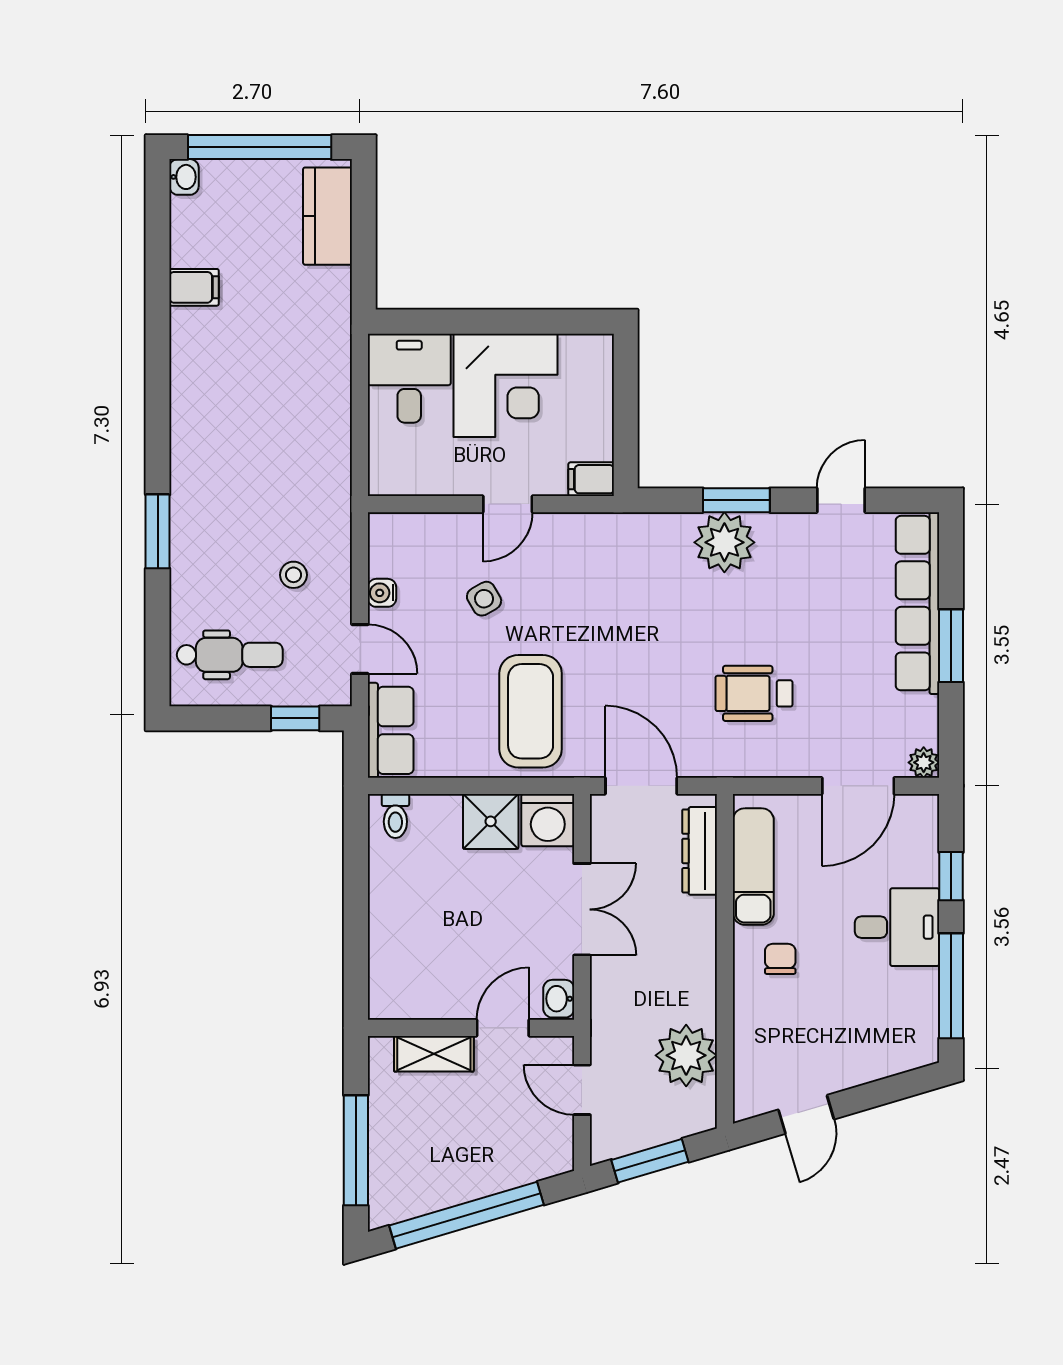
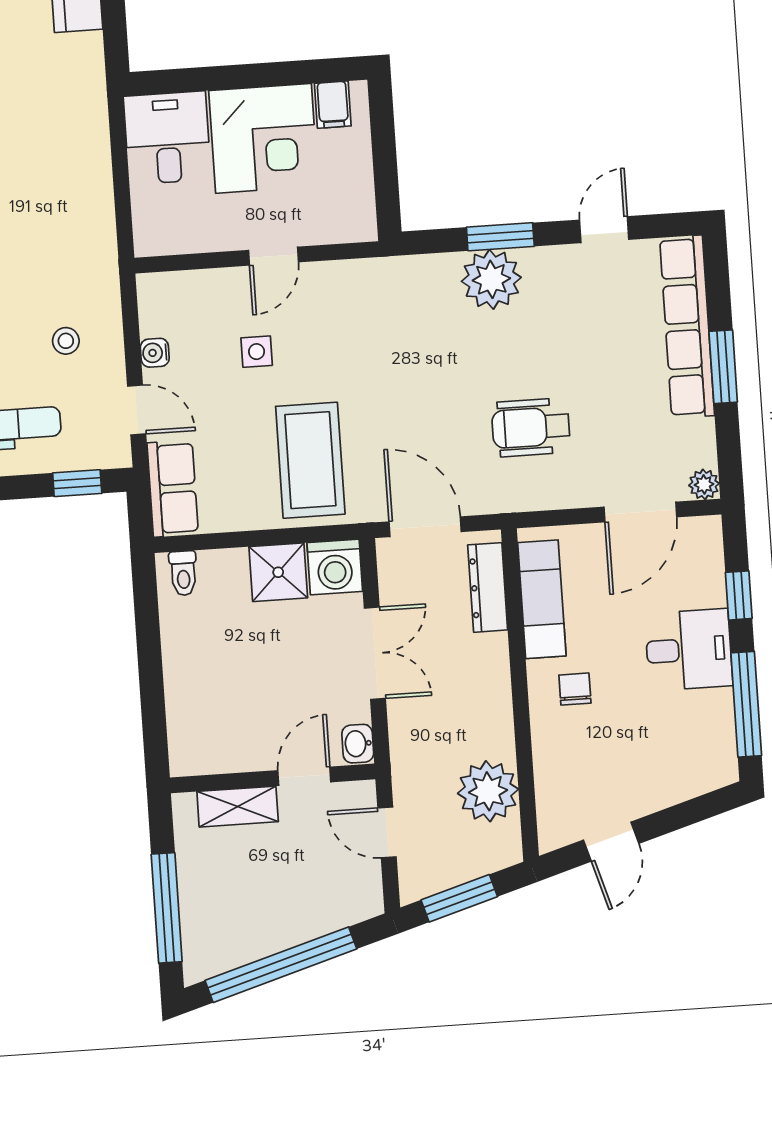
filing cabinet: (591, 479) -> (333, 105), moved, turned -90
side table: (484, 599) -> (257, 352), turned 30

